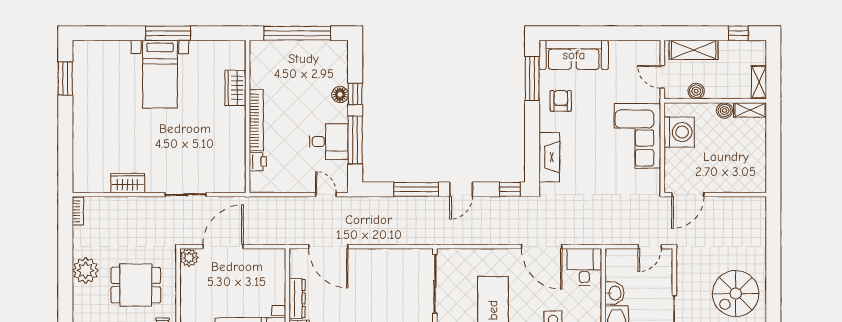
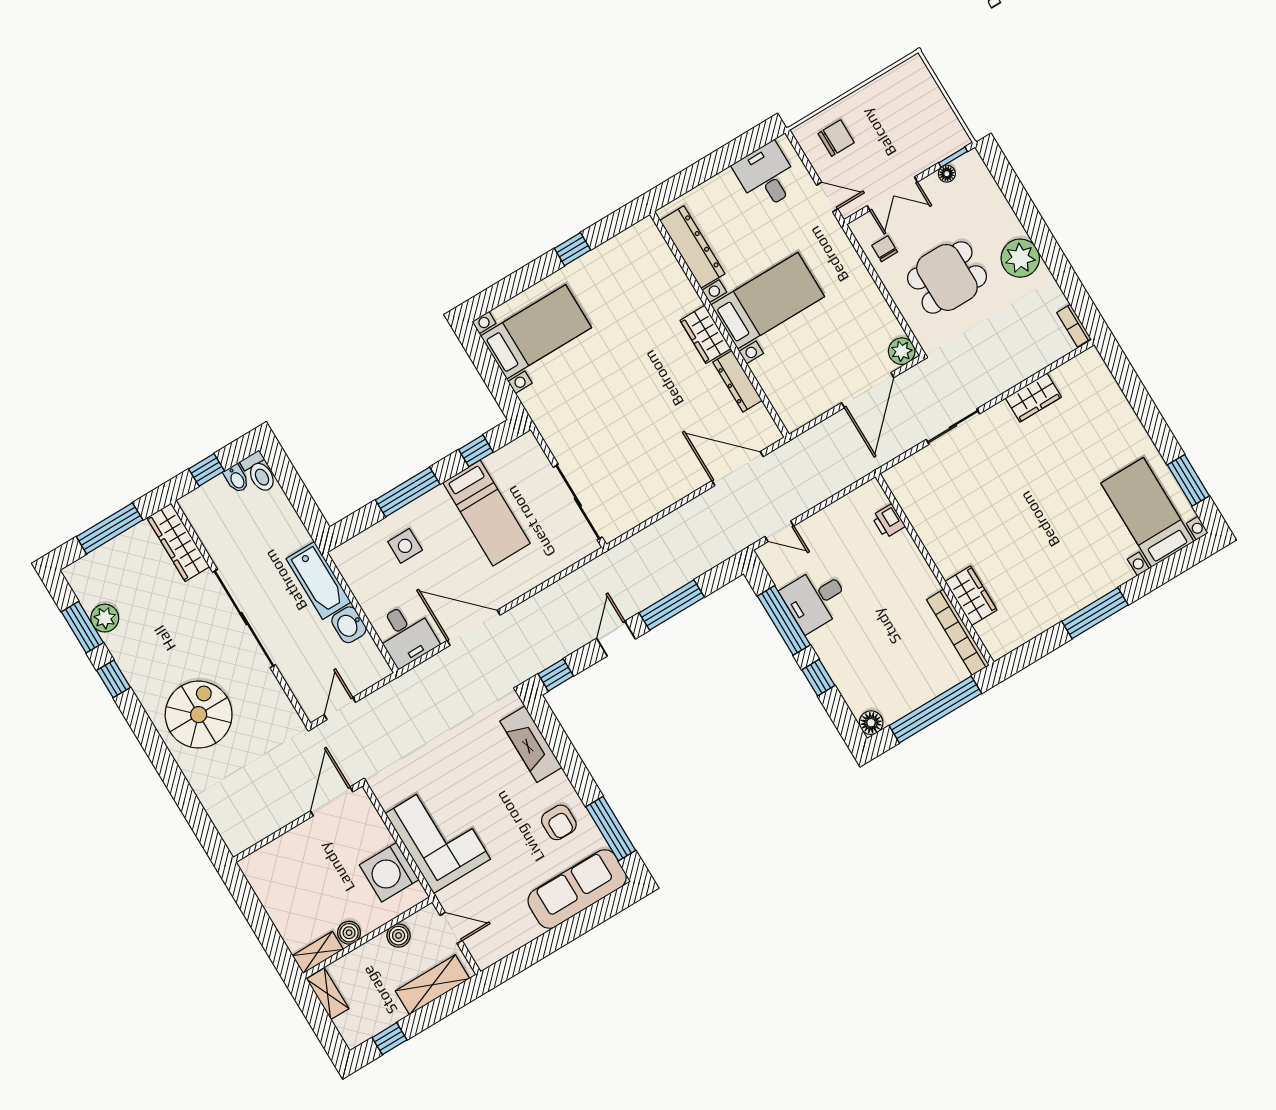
bed with nightstands: (160, 74) -> (1147, 512), moved
floor lamp: (340, 94) -> (871, 723), moved
bookcase: (256, 120) -> (958, 632), moved

